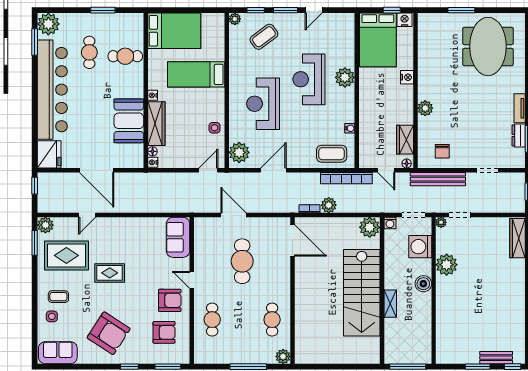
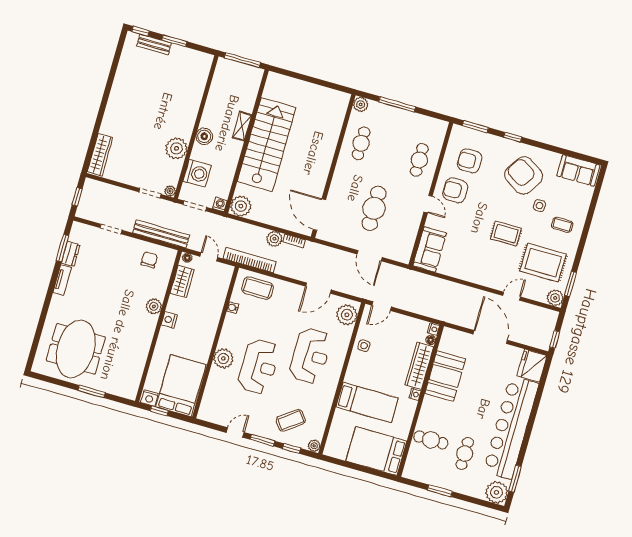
nightstand: (407, 77) -> (169, 320), moved
side table: (52, 316) -> (540, 206), moved

